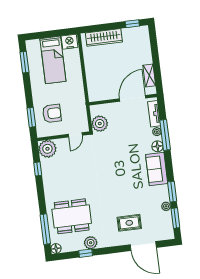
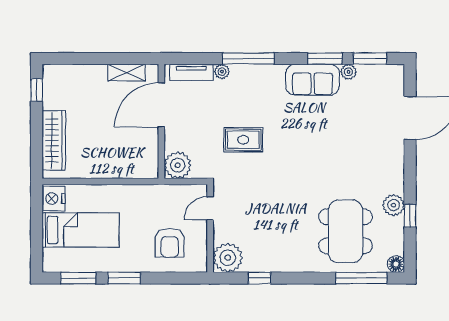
door: (133, 98) -> (161, 105), hinge flipped
armchair: (52, 113) -> (170, 243), turned 180
window: (31, 117) -> (124, 278), moved
plant: (100, 124) -> (178, 165), moved
door: (75, 135) -> (210, 208), swing flipped
window: (165, 135) -> (248, 59), moved
floor lamp: (158, 146) -> (247, 73), removed
sofa: (157, 169) -> (313, 80), moved
rug: (129, 223) -> (243, 140), moved, turned 90

